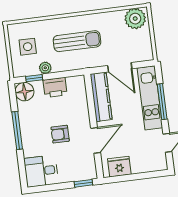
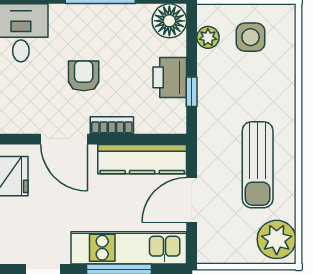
sun lounger: (77, 41) -> (258, 165), moved
plant: (45, 68) -> (208, 37), moved
window: (34, 78) -> (192, 92), moved
bookcase: (85, 115) -> (112, 125), added

